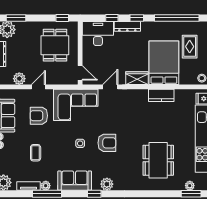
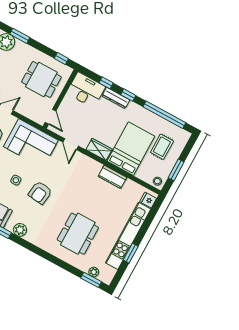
dining table: (55, 45) -> (41, 79), turned 90
door: (110, 87) -> (71, 144), swing flipped
armchair: (107, 143) -> (40, 193), turned 97

